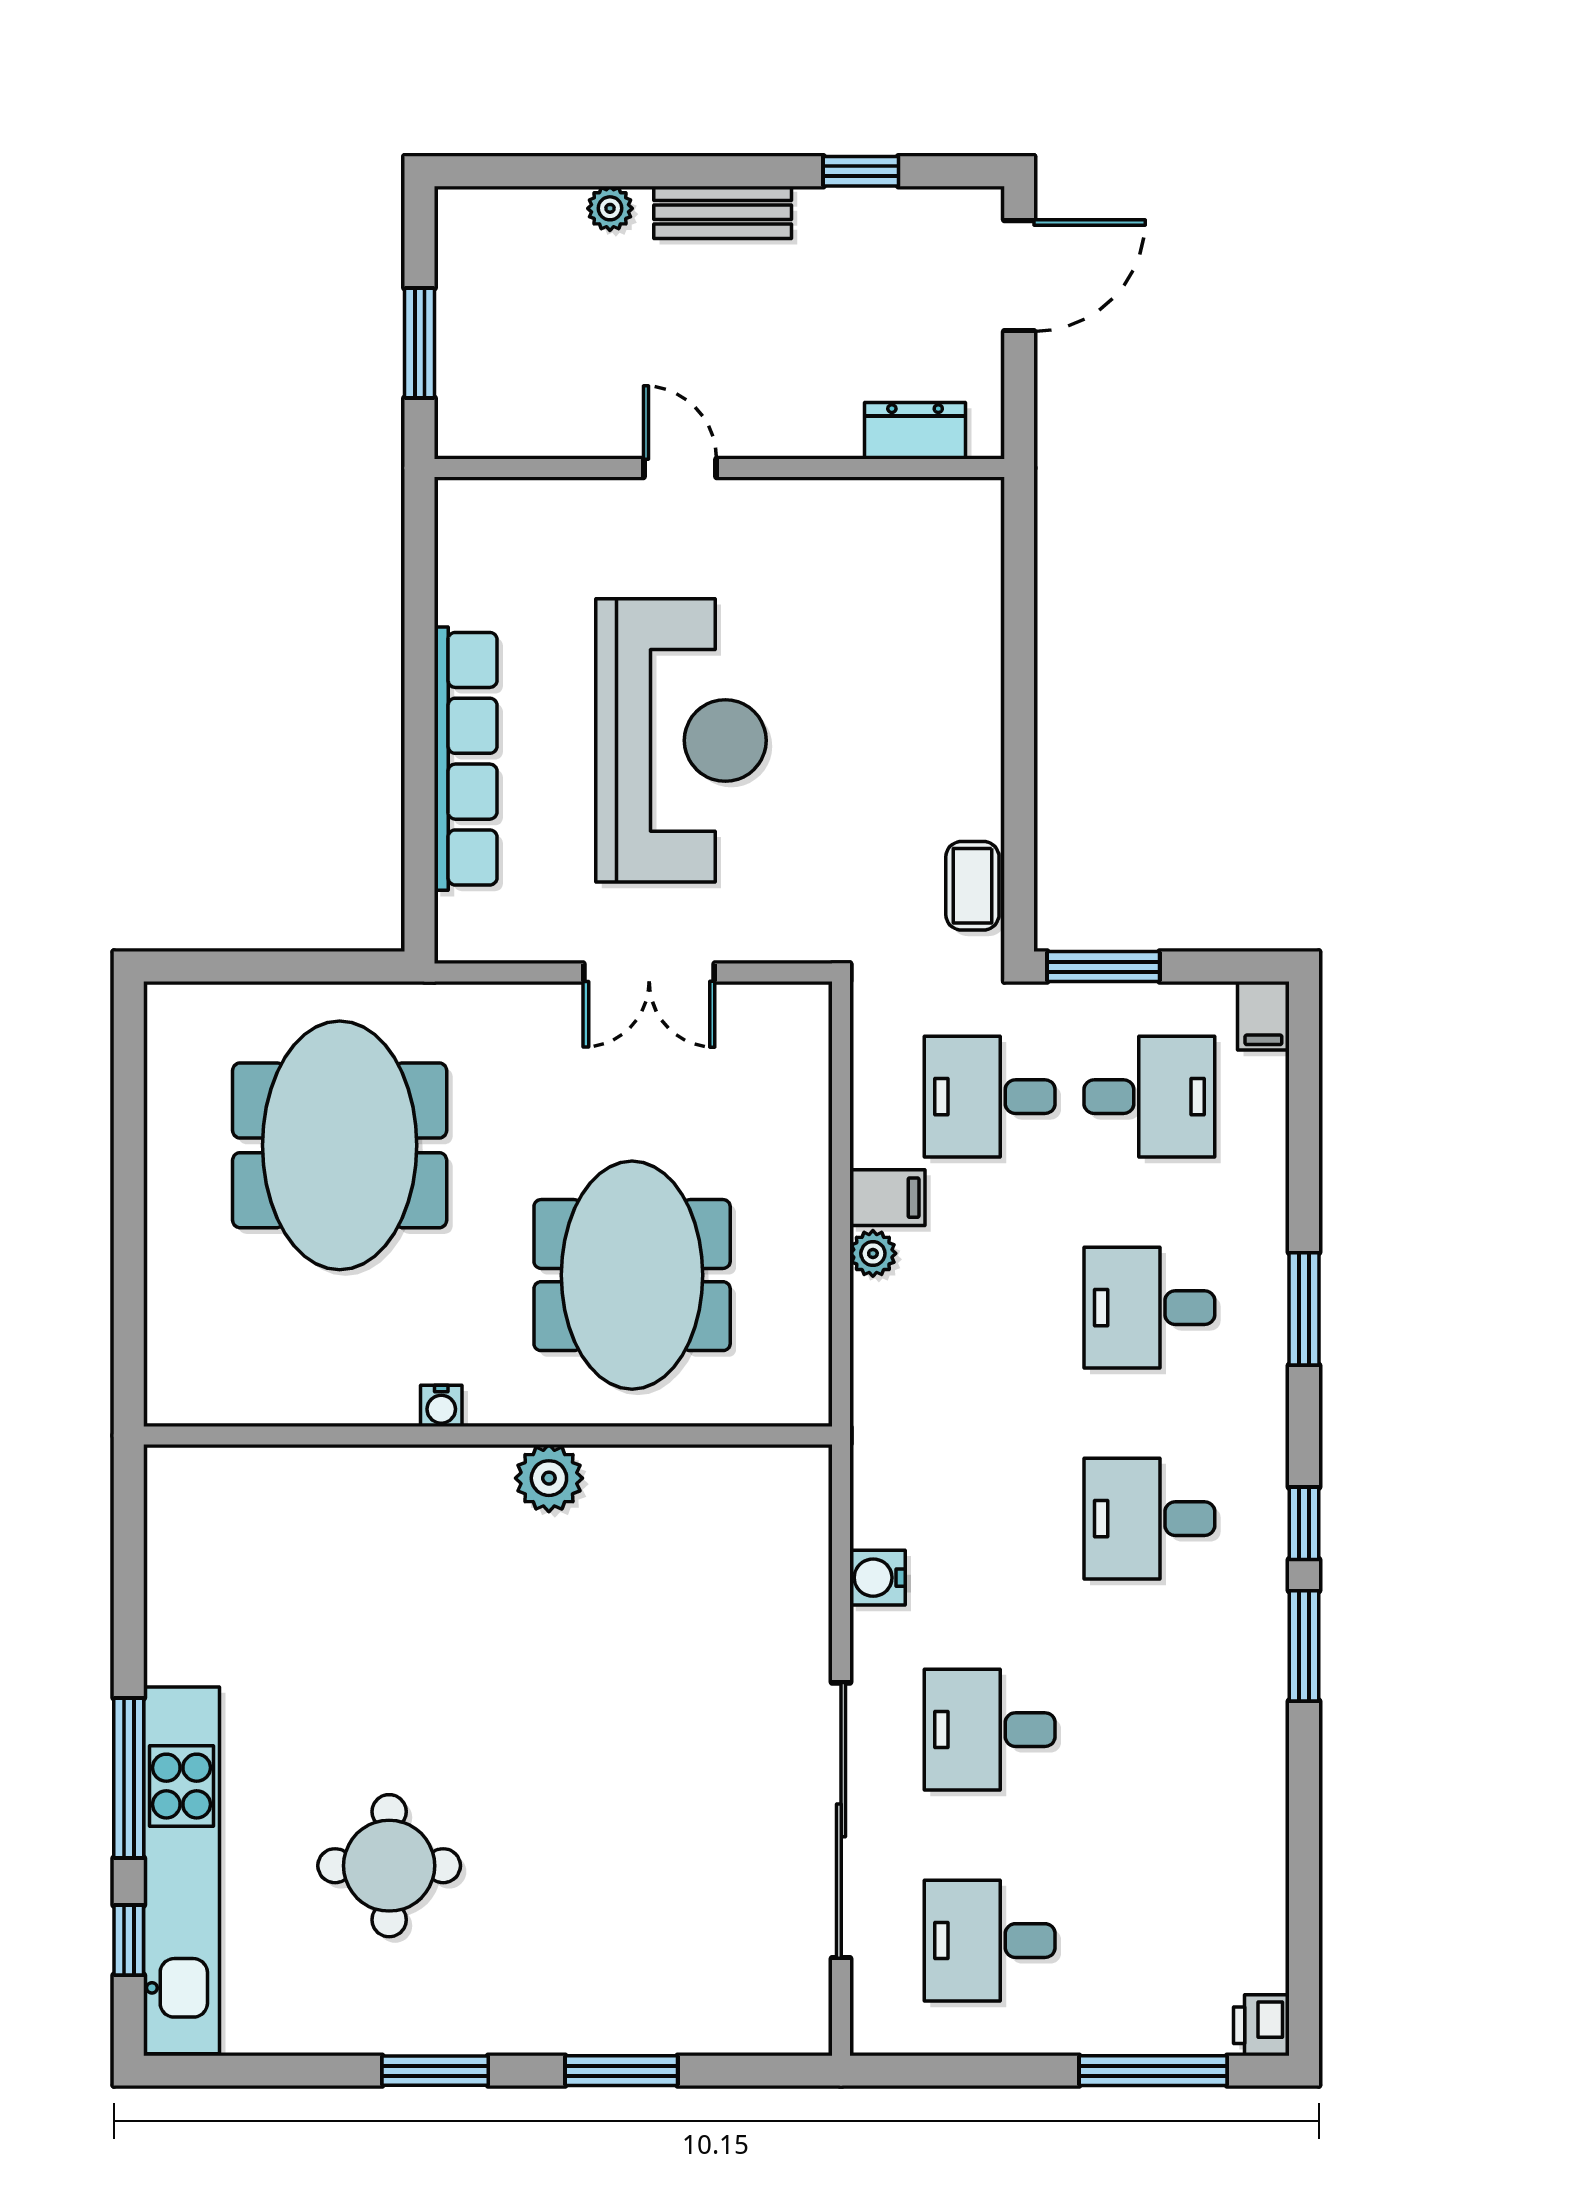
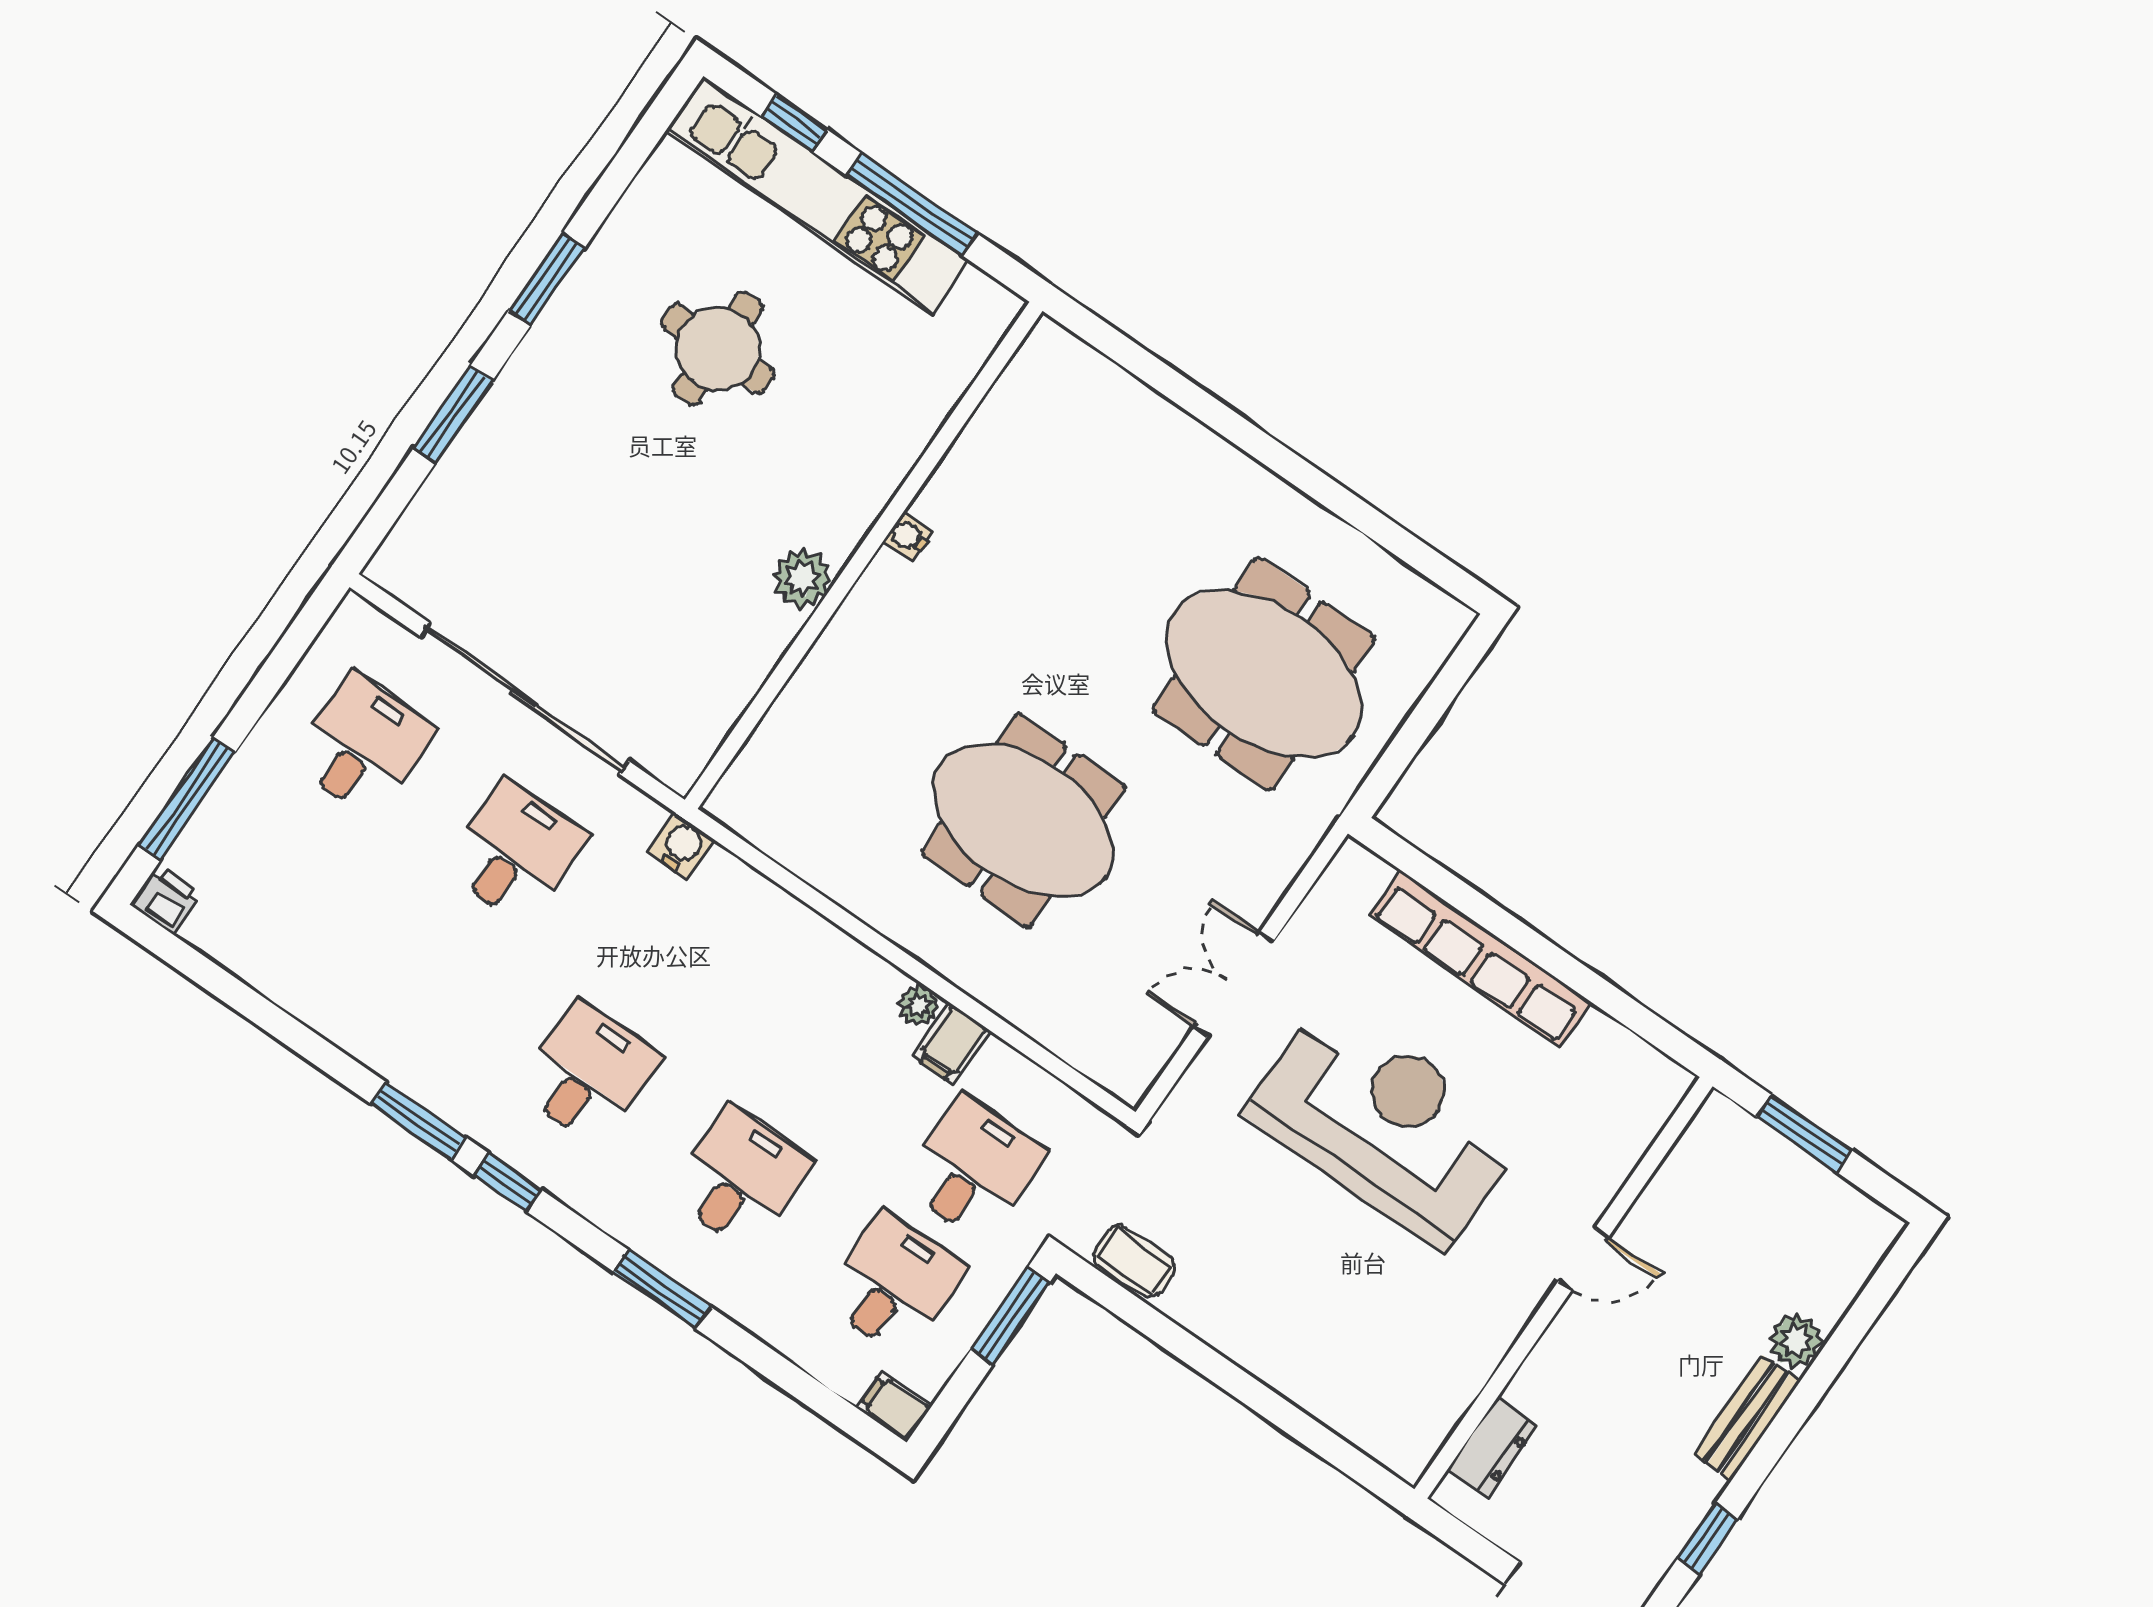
plant: (610, 208) -> (1796, 1341), width x1.38, depth x1.38
reception desk: (681, 740) -> (1386, 1124), turned 180
desk: (1149, 1097) -> (893, 1284), turned 180
water cooler: (441, 1406) -> (908, 537), moved
wall: (488, 1435) -> (864, 555), moved
plant: (549, 1478) -> (802, 578), moved

